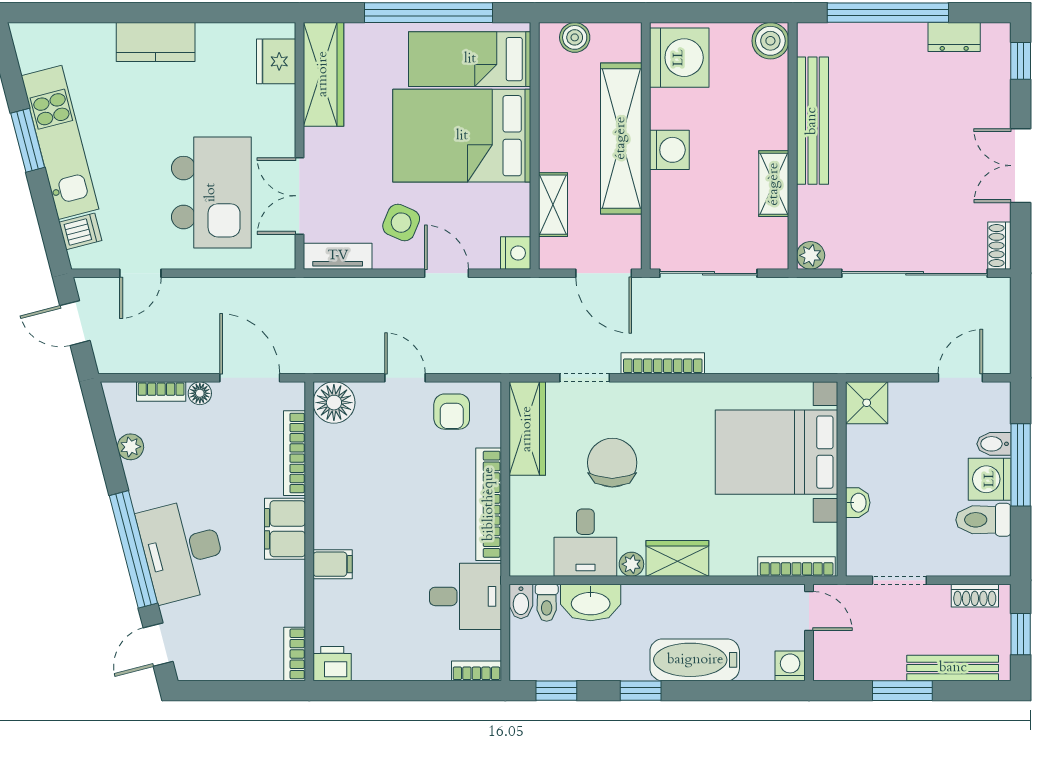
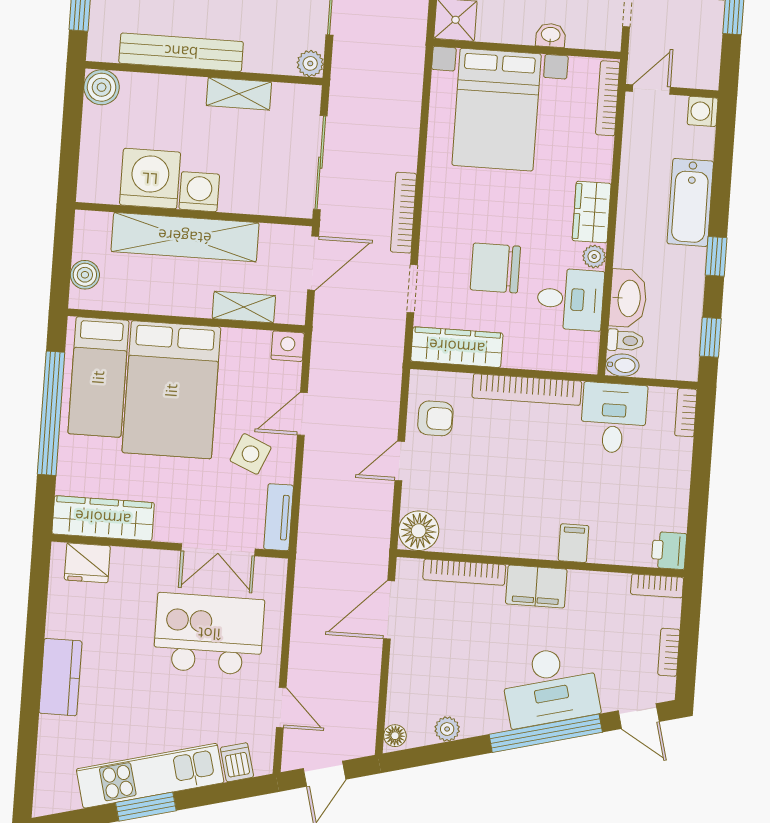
washing machine: (679, 58) -> (150, 179), moved
bookcase: (161, 392) -> (669, 652), moved, turned 180
floor lamp: (200, 393) -> (395, 736), moved

